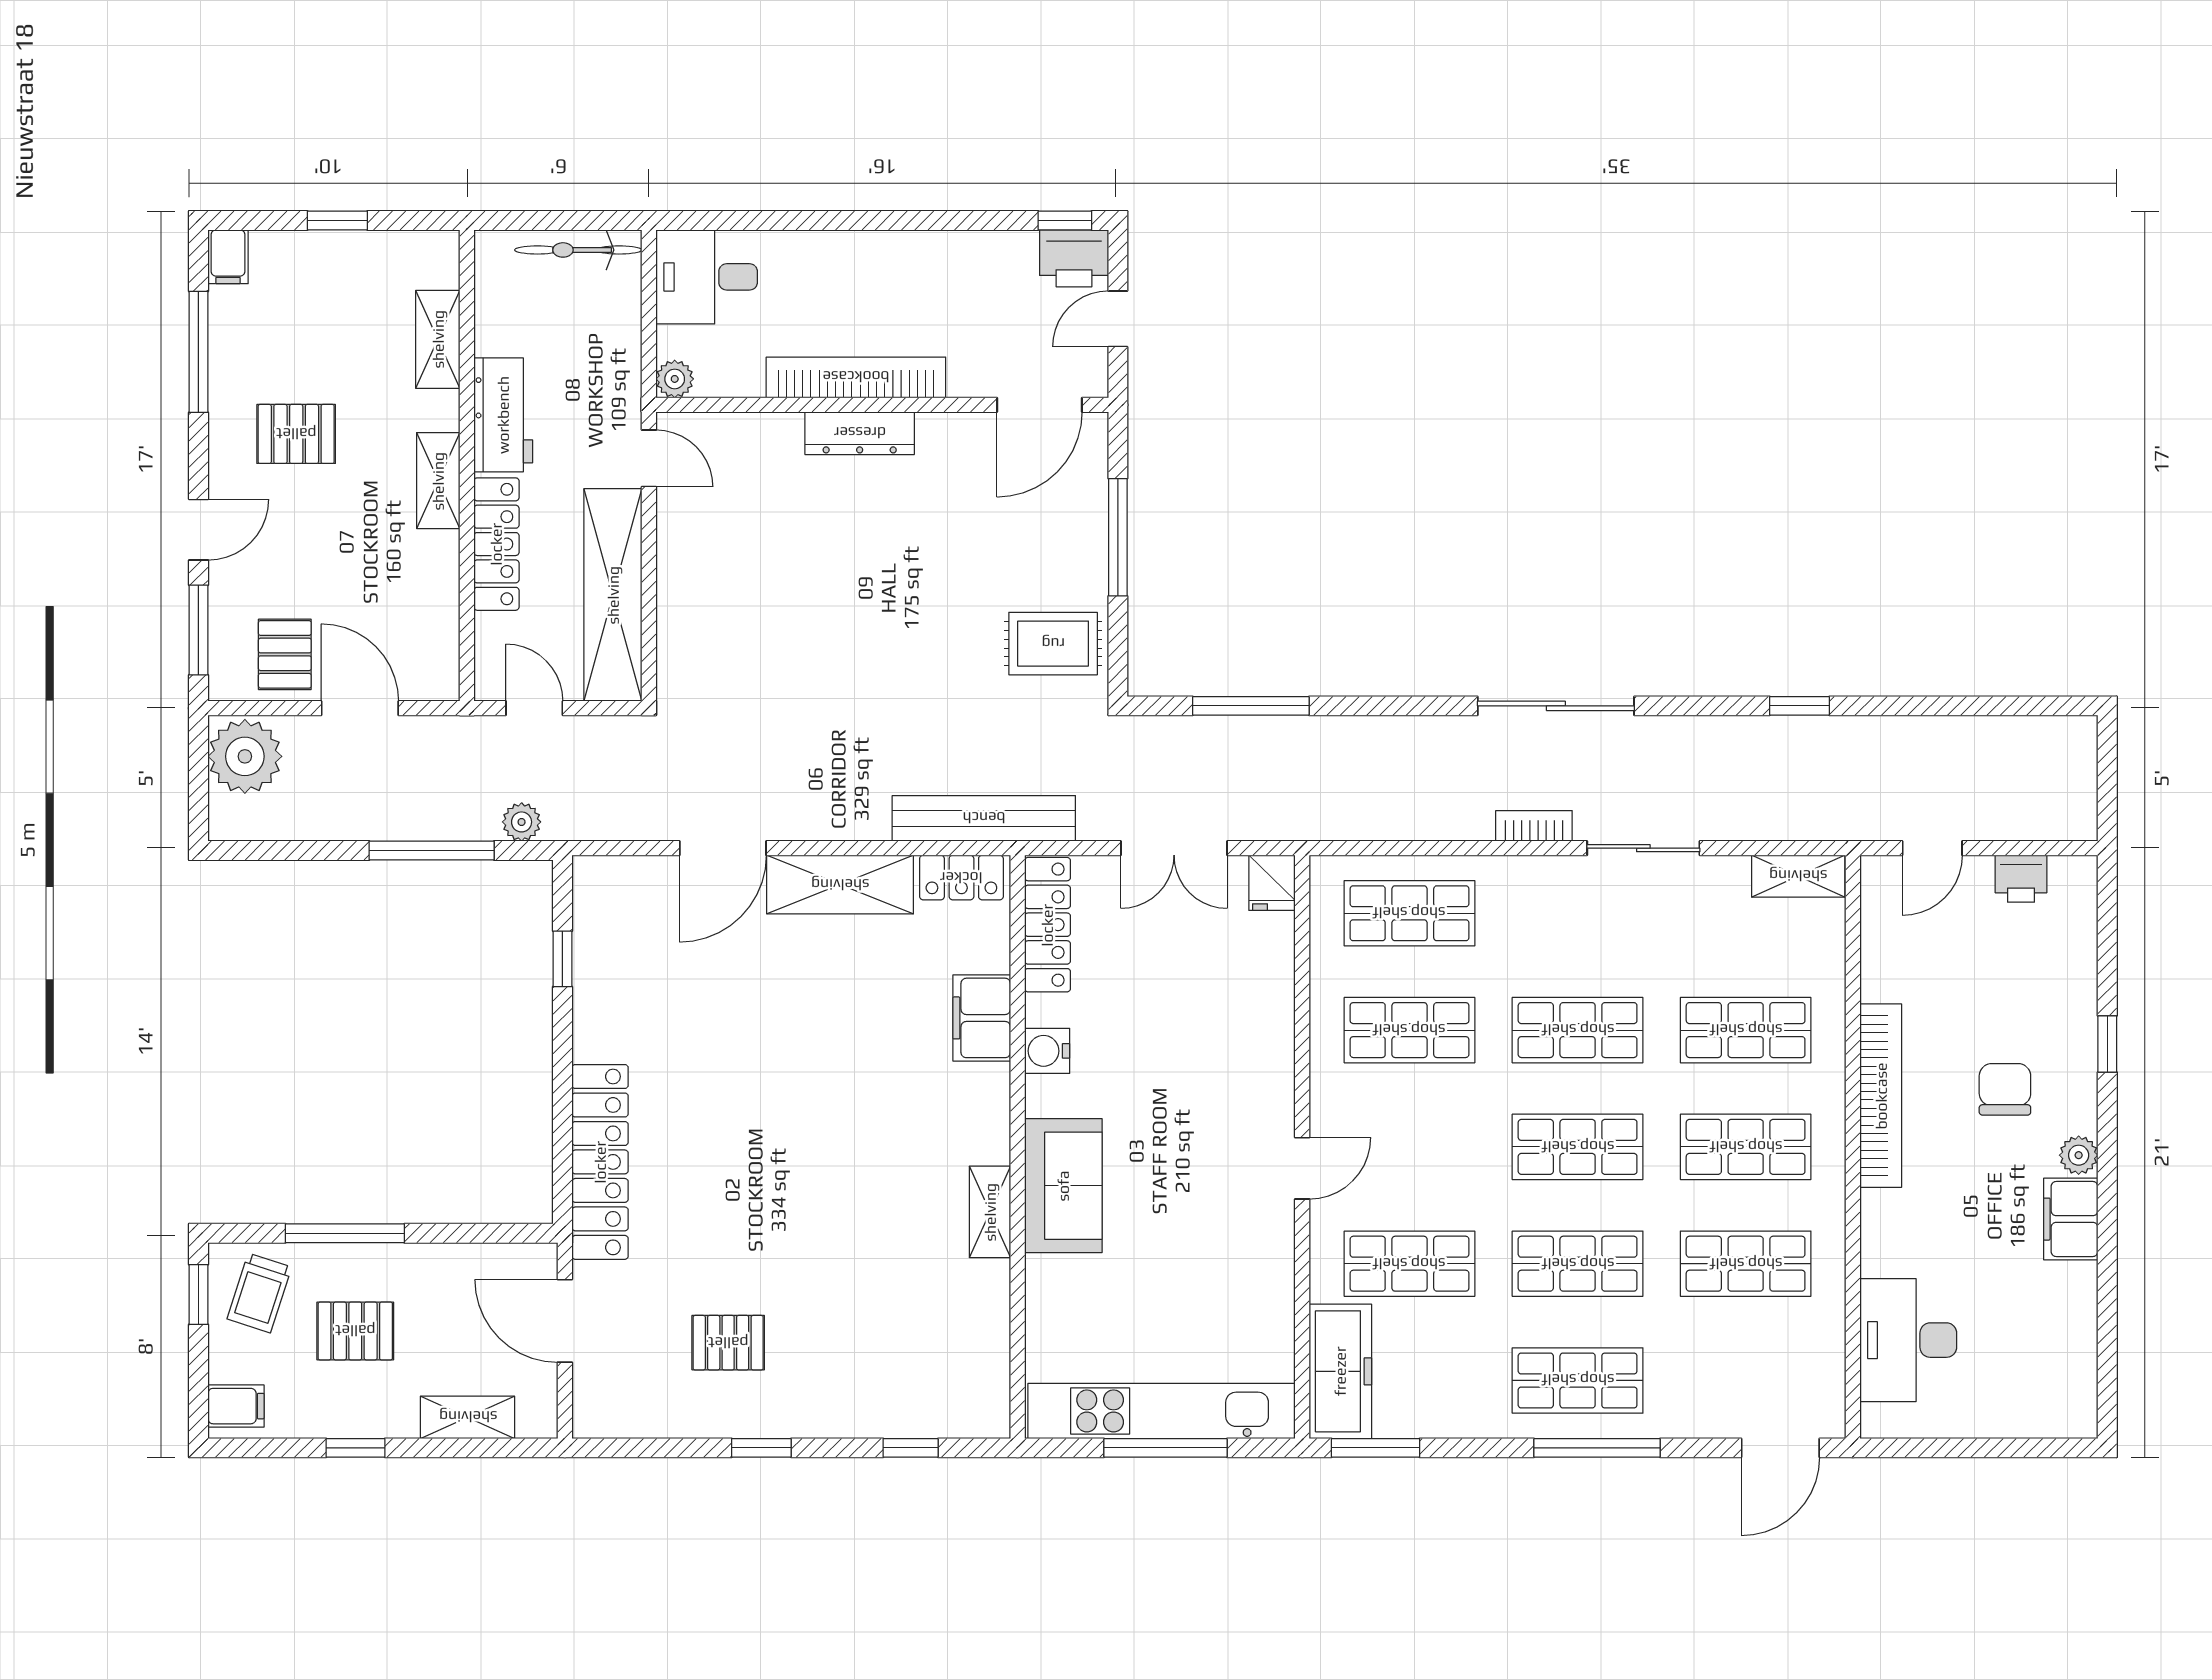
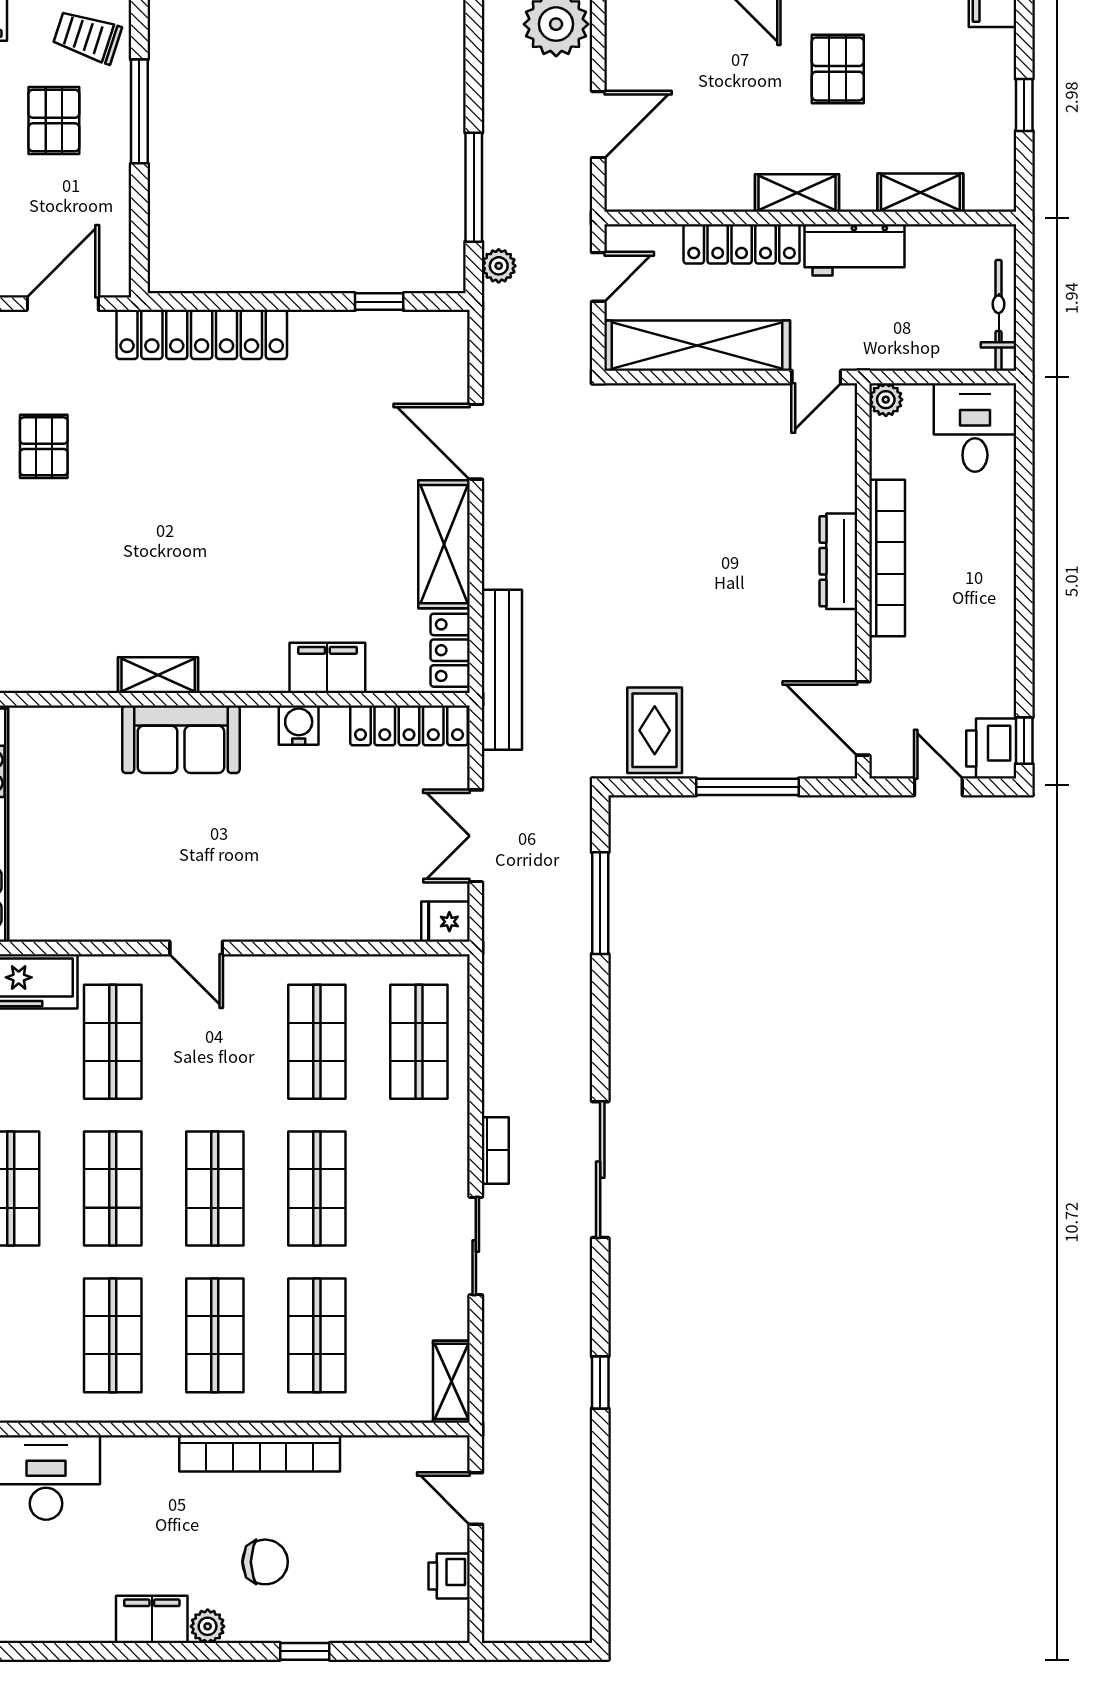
pallet: (285, 654) -> (645, 59), removed

